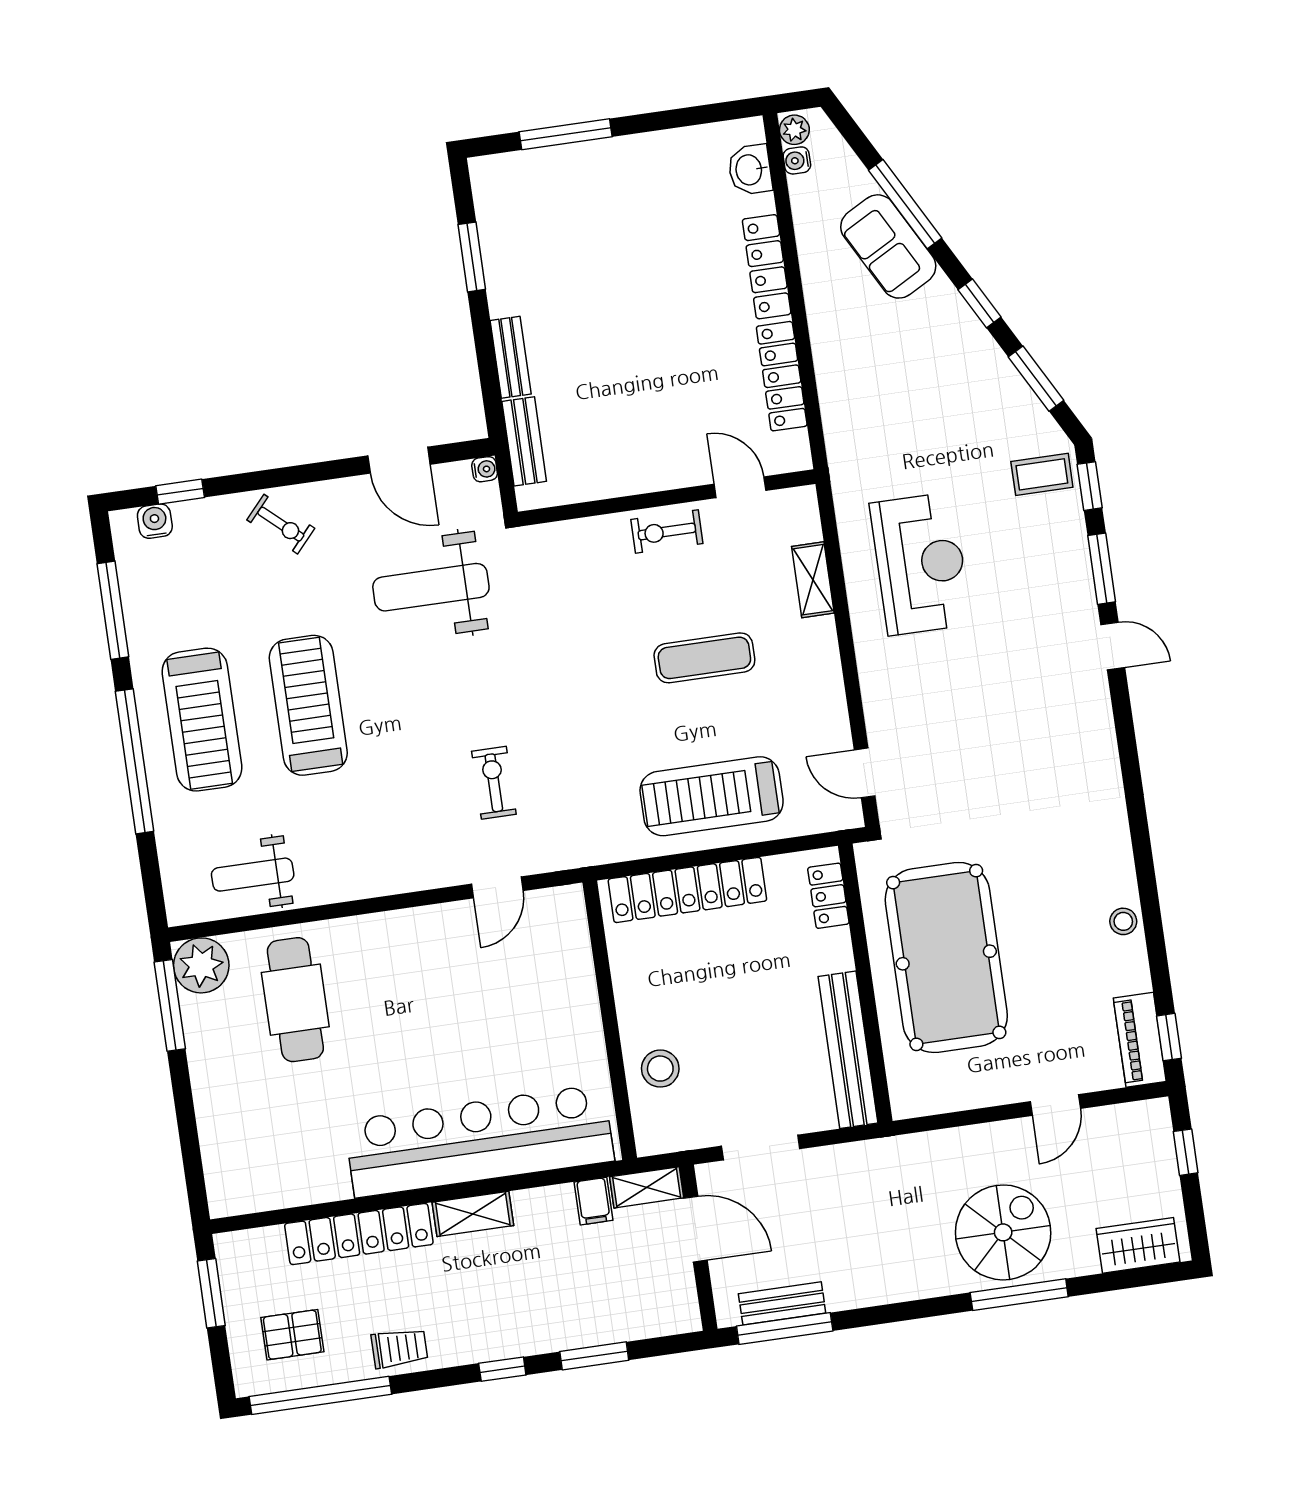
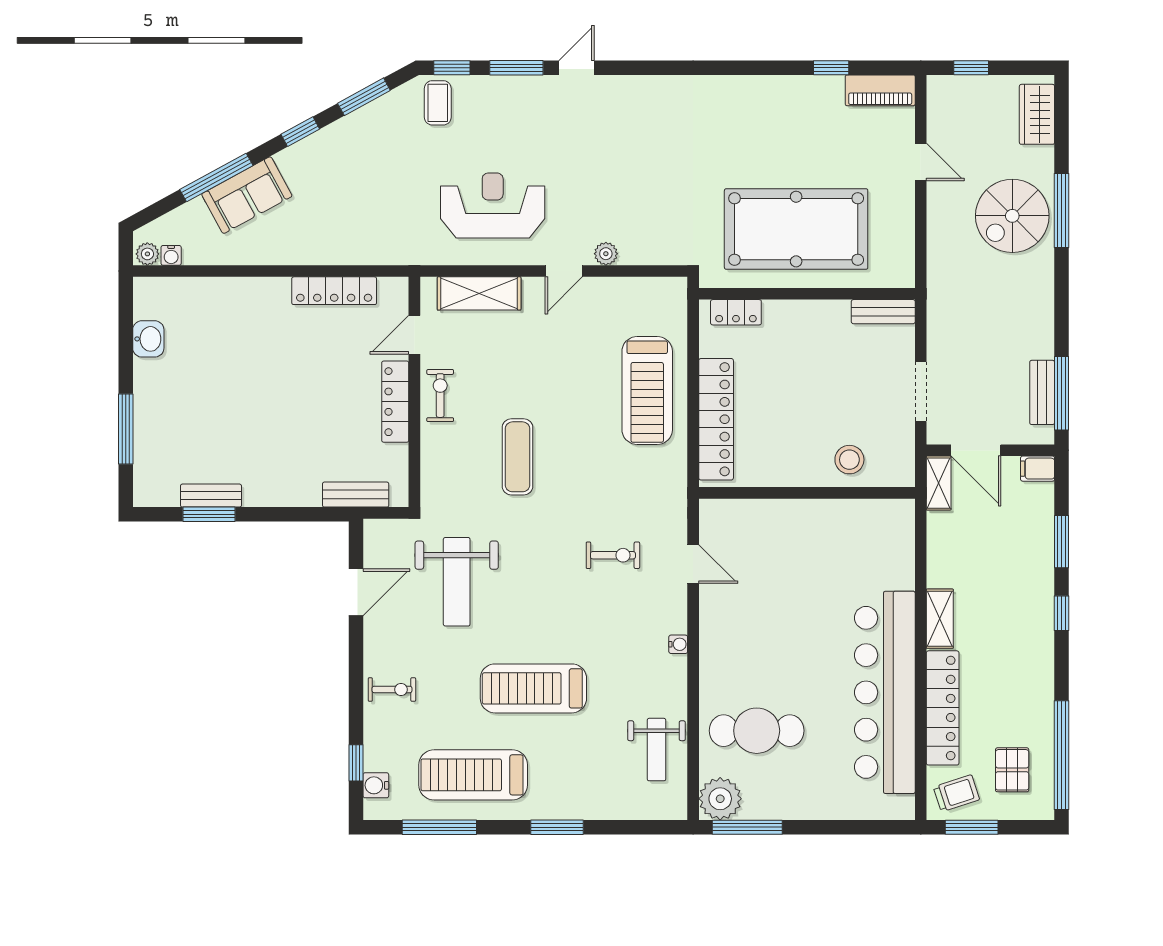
washbasin: (750, 170) -> (148, 339), moved, turned -90
locker: (767, 267) -> (395, 402), moved, turned 90
bench: (511, 357) -> (211, 496), moved
water cooler: (485, 469) -> (678, 644), moved, turned 90
exercise bike: (281, 524) -> (392, 689), turned 48
exercise bike: (667, 532) -> (440, 396), turned 180
shelving: (813, 580) -> (479, 293), width x1.50, depth x1.33
exercise mat: (704, 658) -> (517, 457), moved
plant: (879, 718) -> (606, 254), added
treadmill: (202, 720) -> (473, 775), moved, turned 180
window: (135, 761) -> (557, 827), width x0.47
door: (865, 773) -> (564, 271), moved
exercise bike: (494, 783) -> (613, 555), turned 180
stool: (1123, 921) -> (788, 90), removed
window: (1169, 1037) -> (831, 68), moved
bench: (848, 1050) -> (883, 312), width x0.54, depth x0.82
bar counter: (479, 1141) -> (885, 692), moved
filing cabinet: (594, 1201) -> (1038, 469), moved, turned 180
door: (696, 1229) -> (976, 450), swing flipped
spiral stairs: (1003, 1232) -> (1012, 216), turned -90
trolley: (399, 1348) -> (956, 793), moved, turned 72

